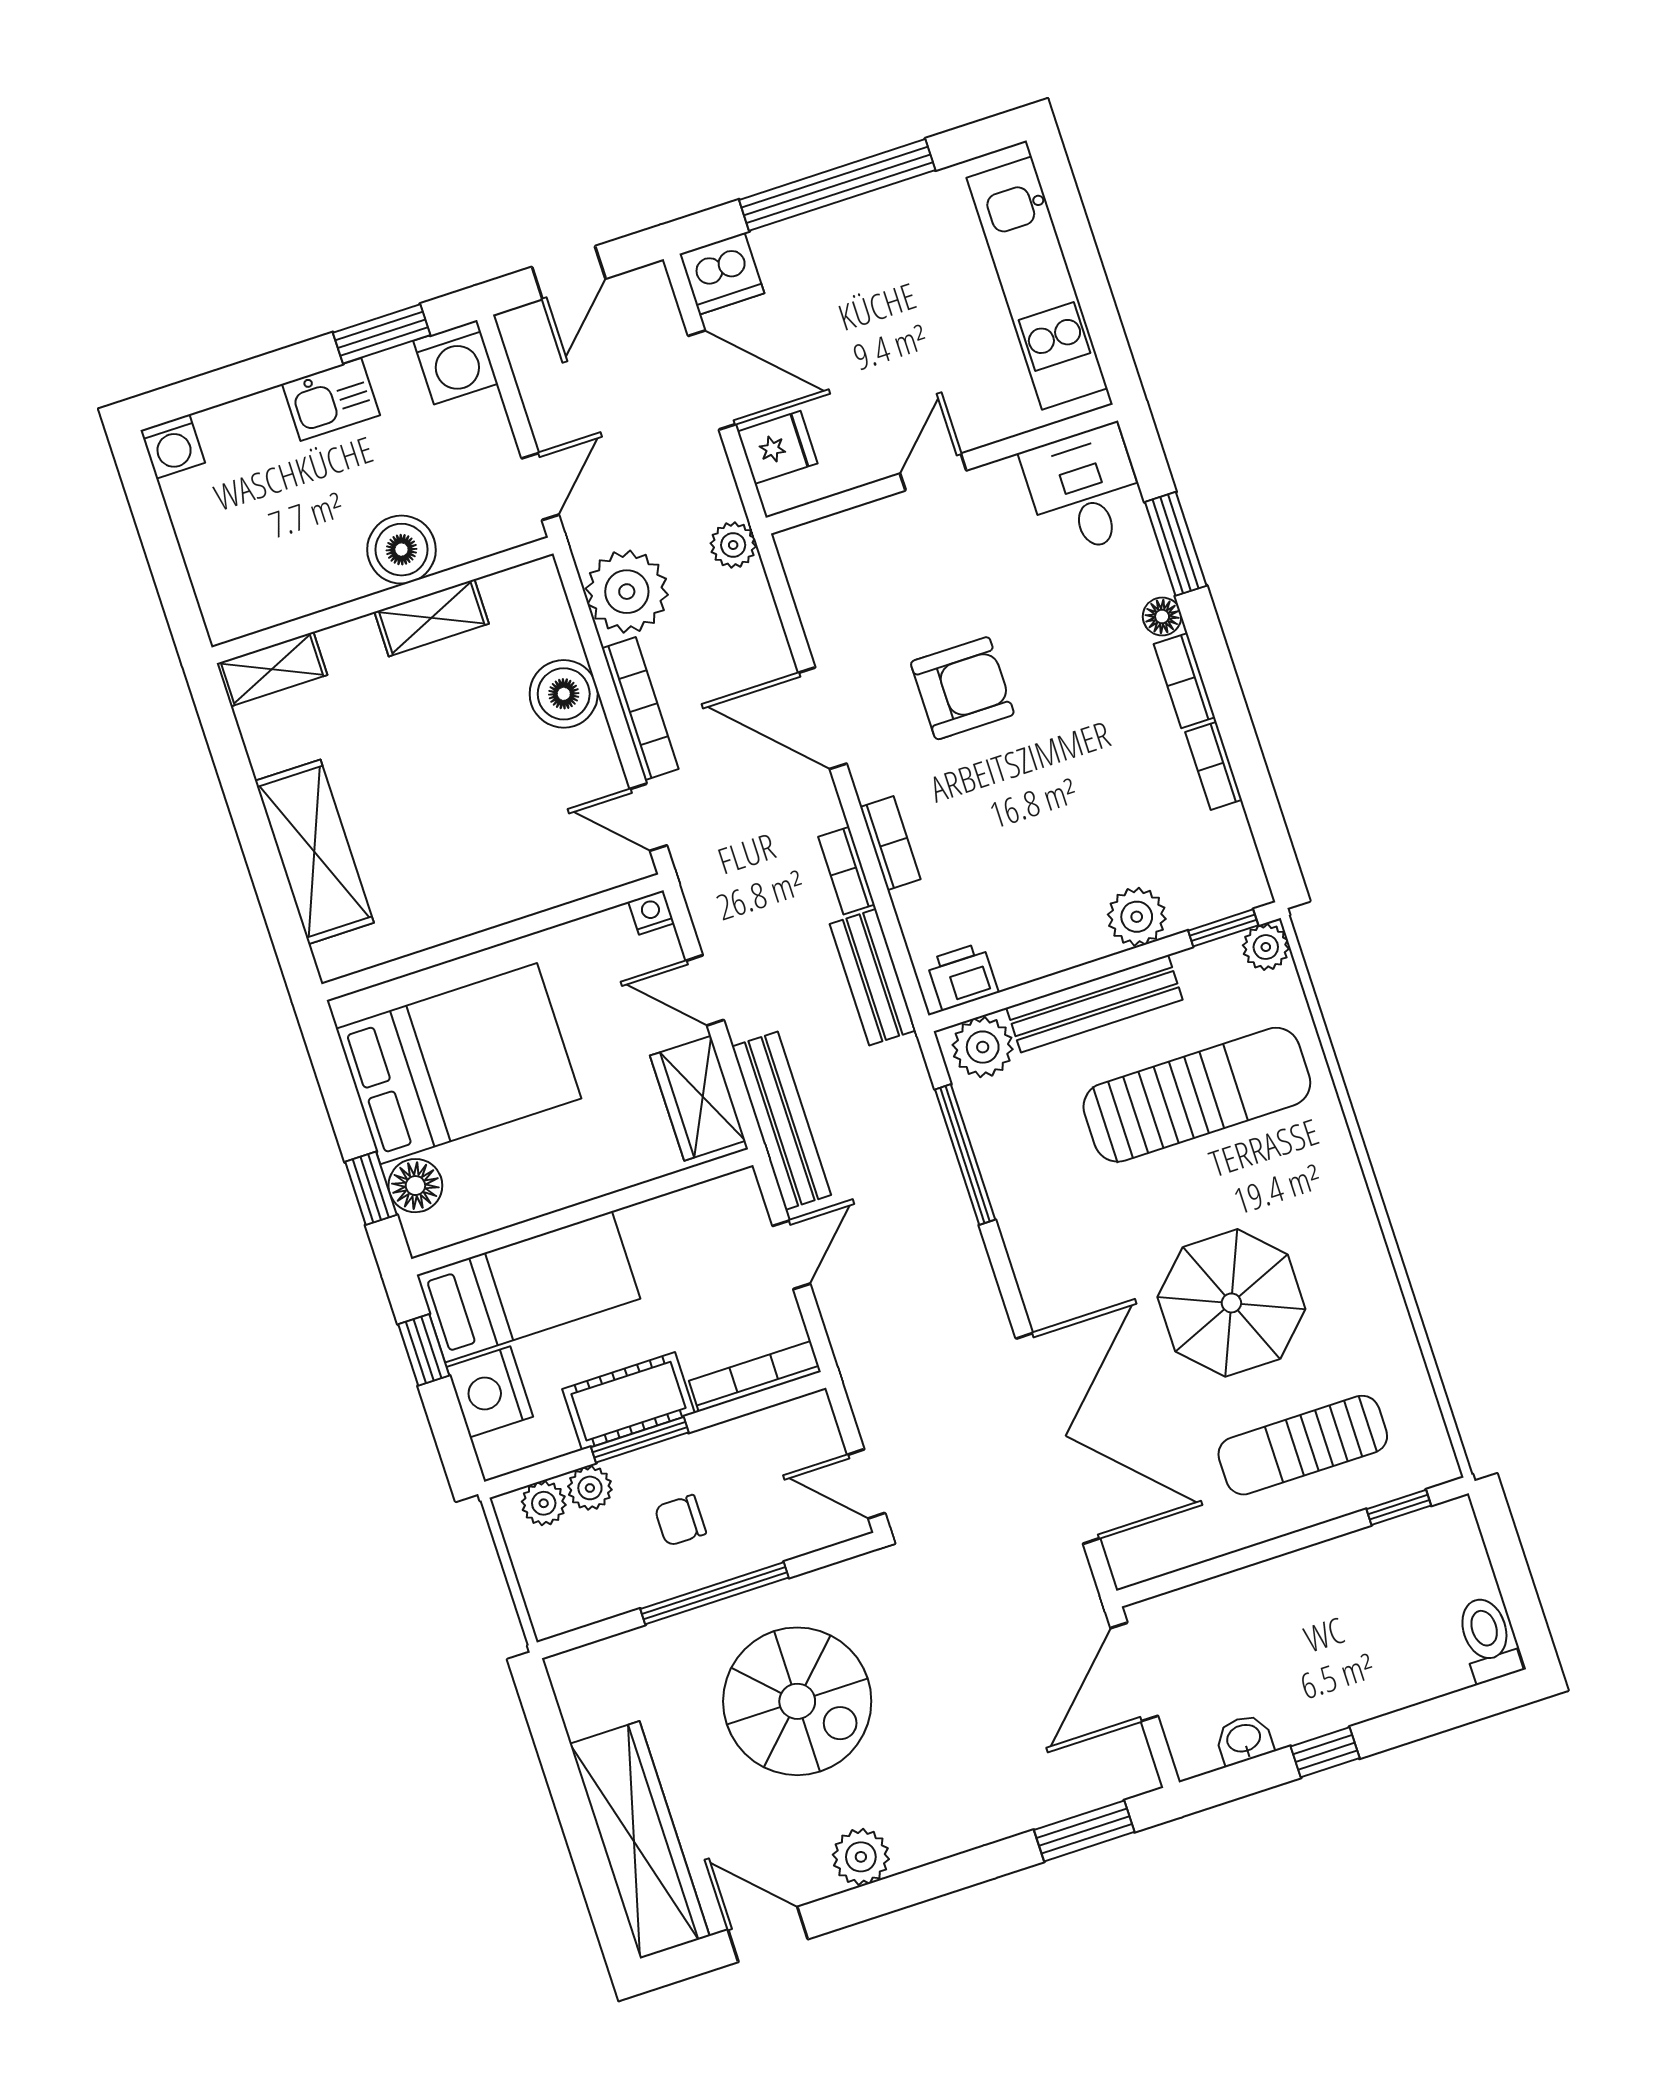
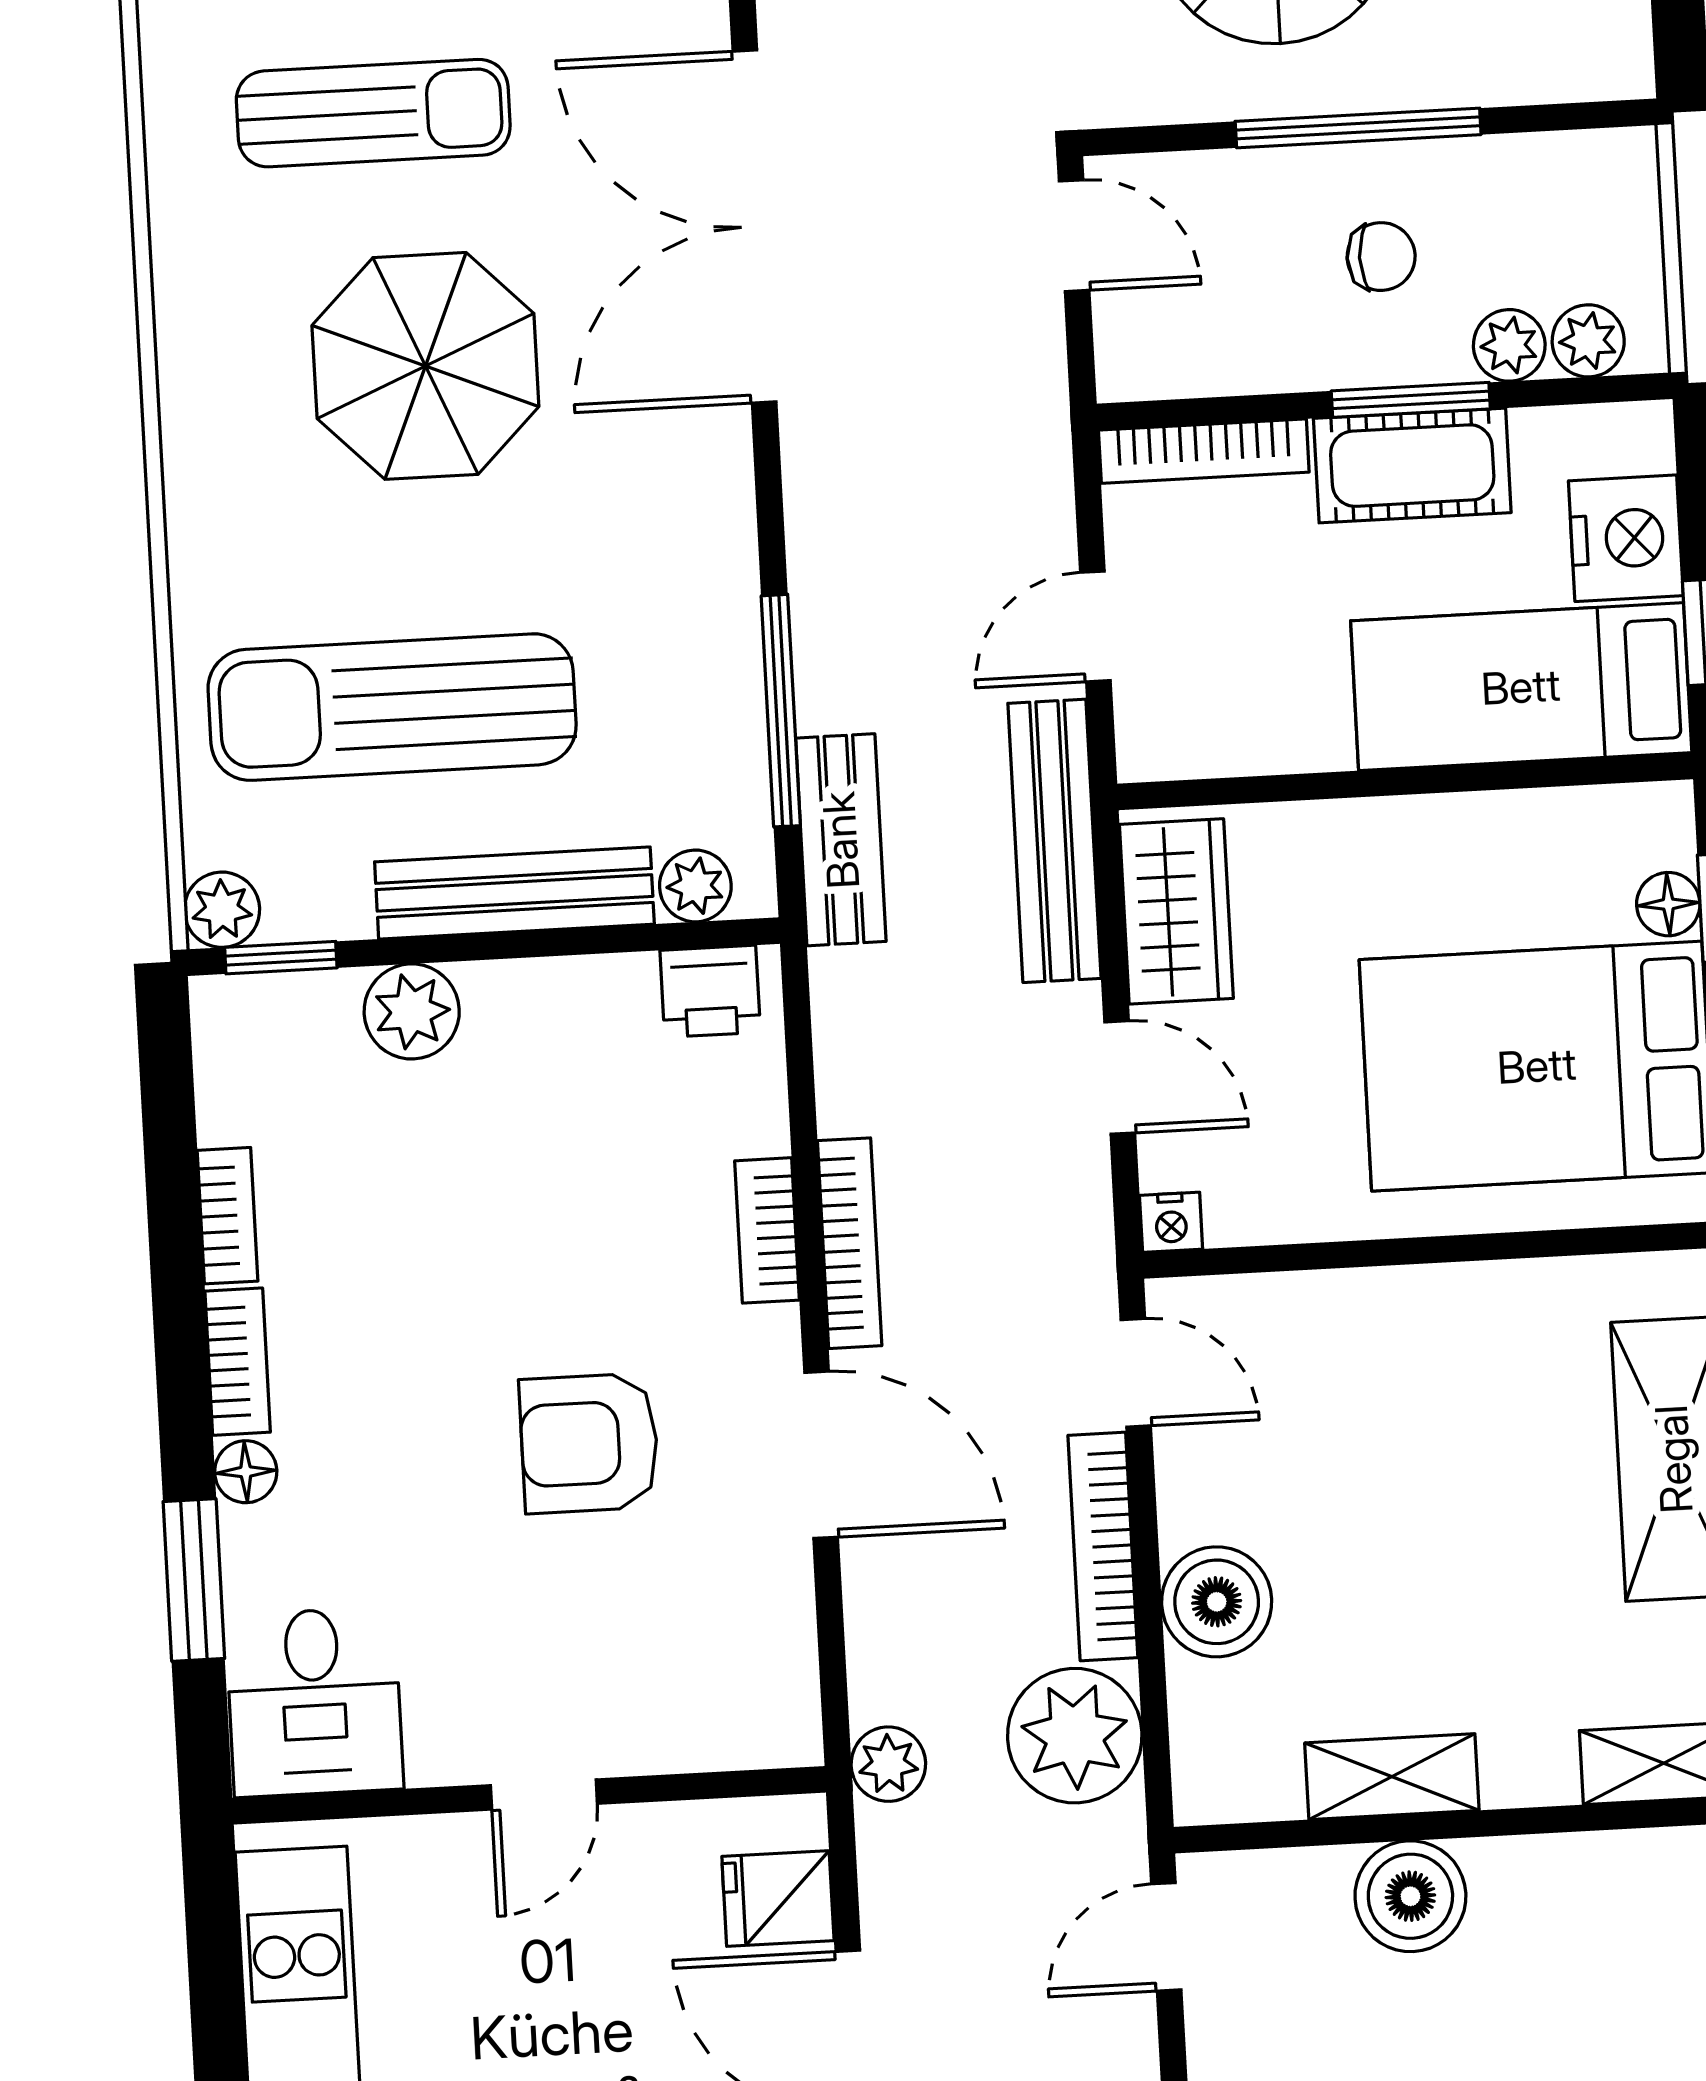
bookcase: (846, 871) -> (850, 1243), width x1.56
bench: (873, 977) -> (841, 840), moved
plant: (983, 1047) -> (695, 886), width x0.73, depth x0.73
floor lamp: (415, 1186) -> (1668, 904), width x0.73, depth x0.73

